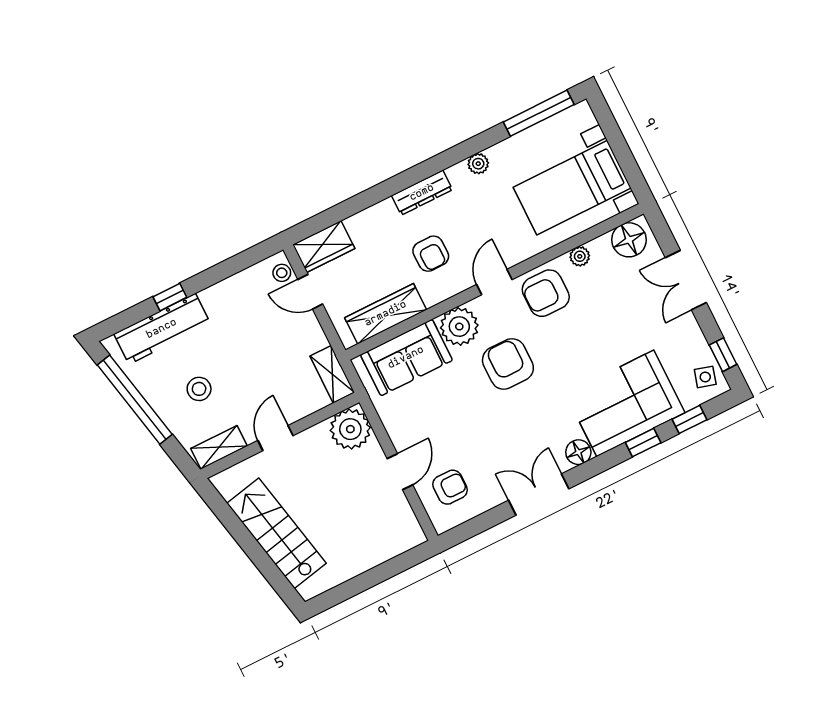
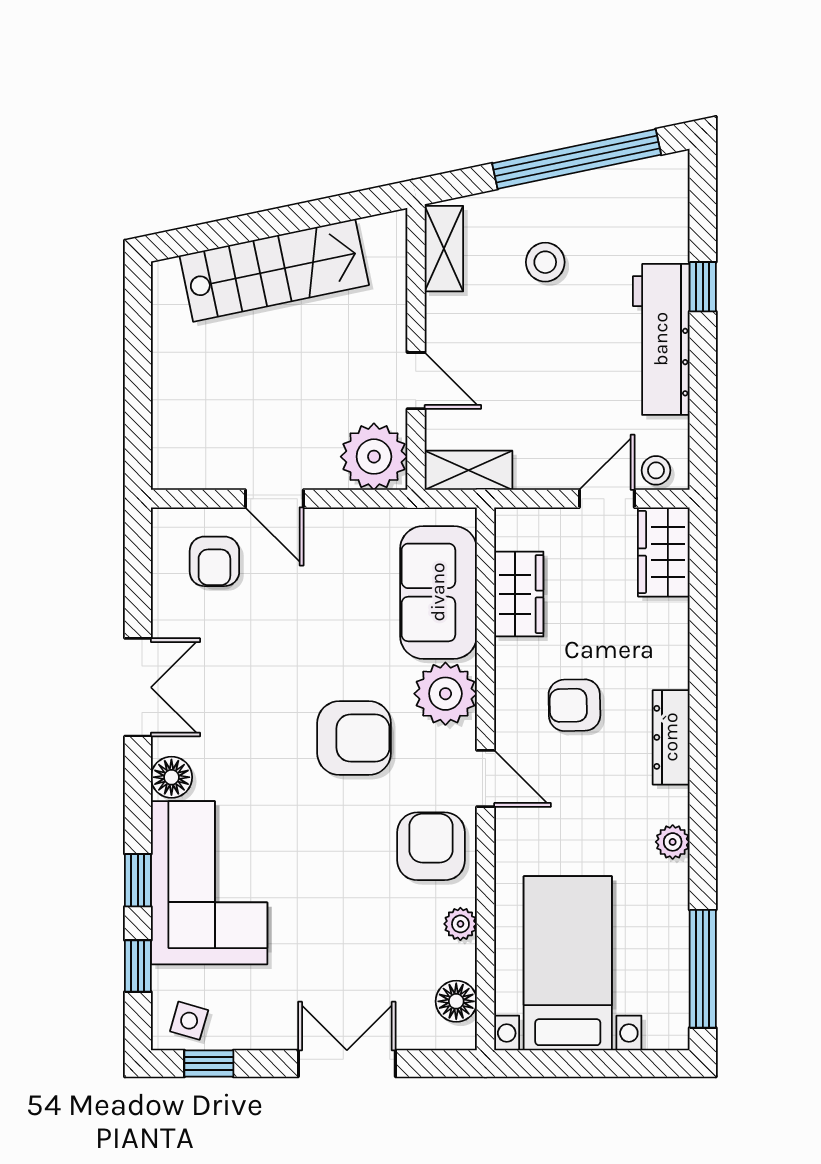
floor lamp: (629, 240) -> (456, 1001), width x0.73, depth x0.73
wardrobe: (386, 314) -> (519, 594), width x0.67
workbench: (162, 329) -> (661, 339), moved
door: (275, 438) -> (416, 381), moved

